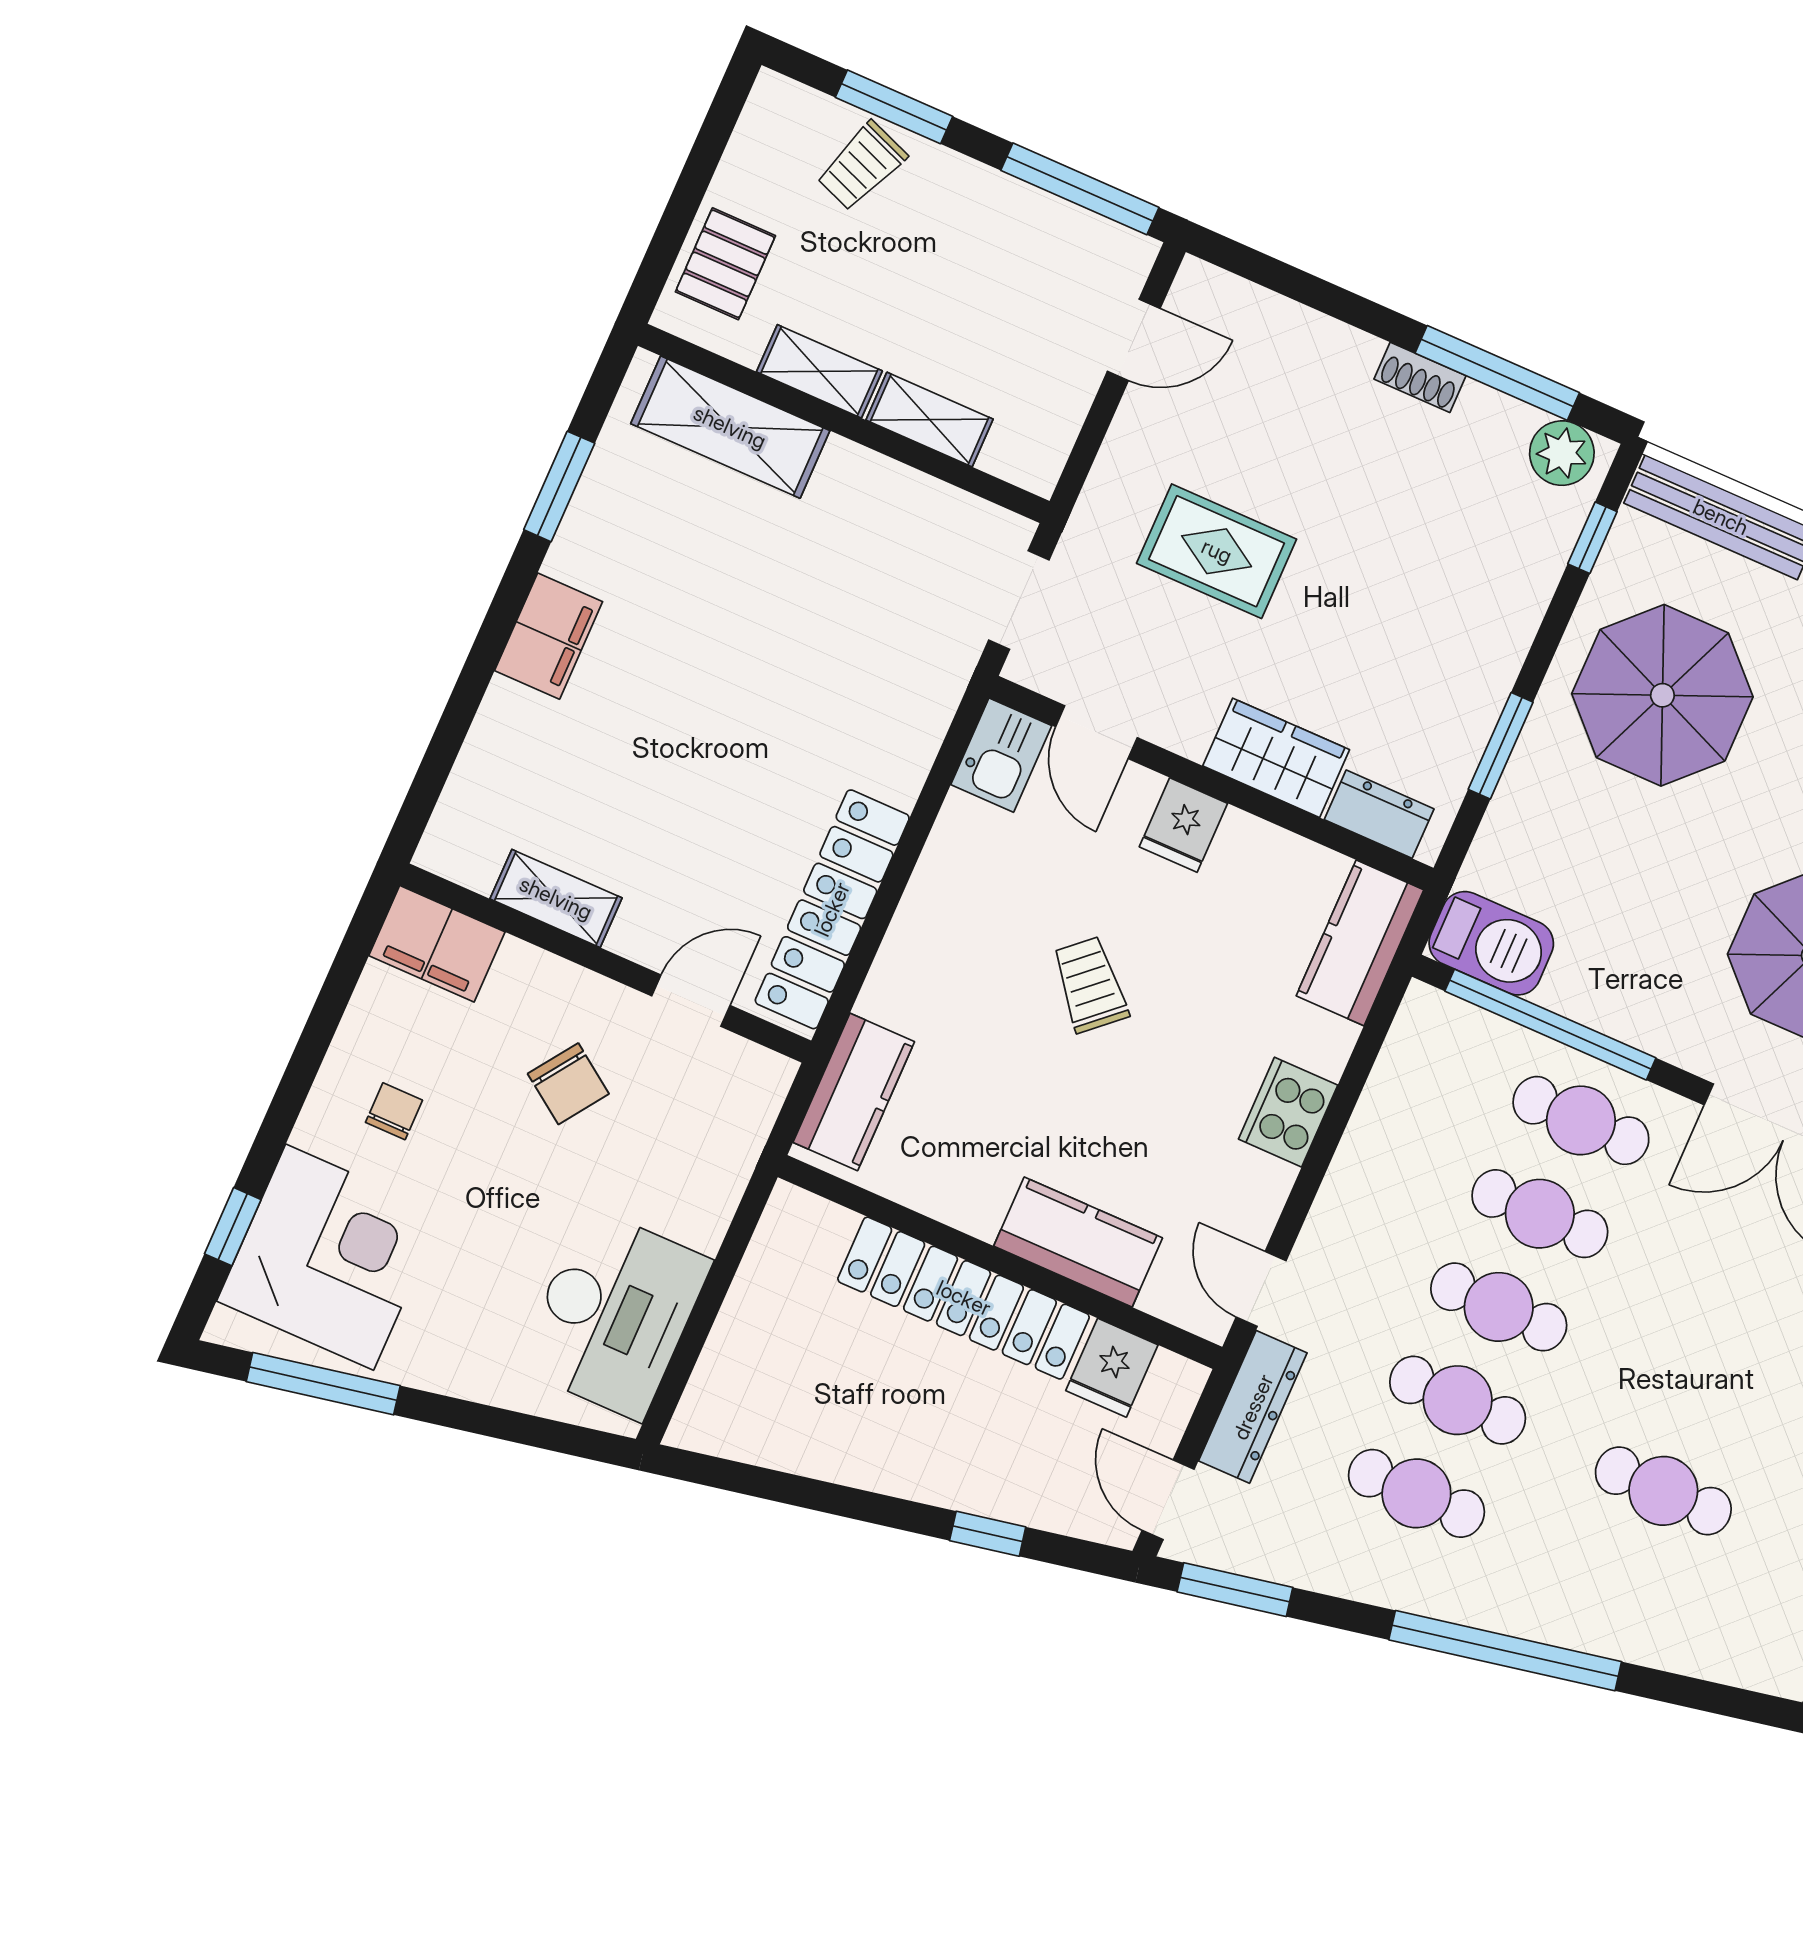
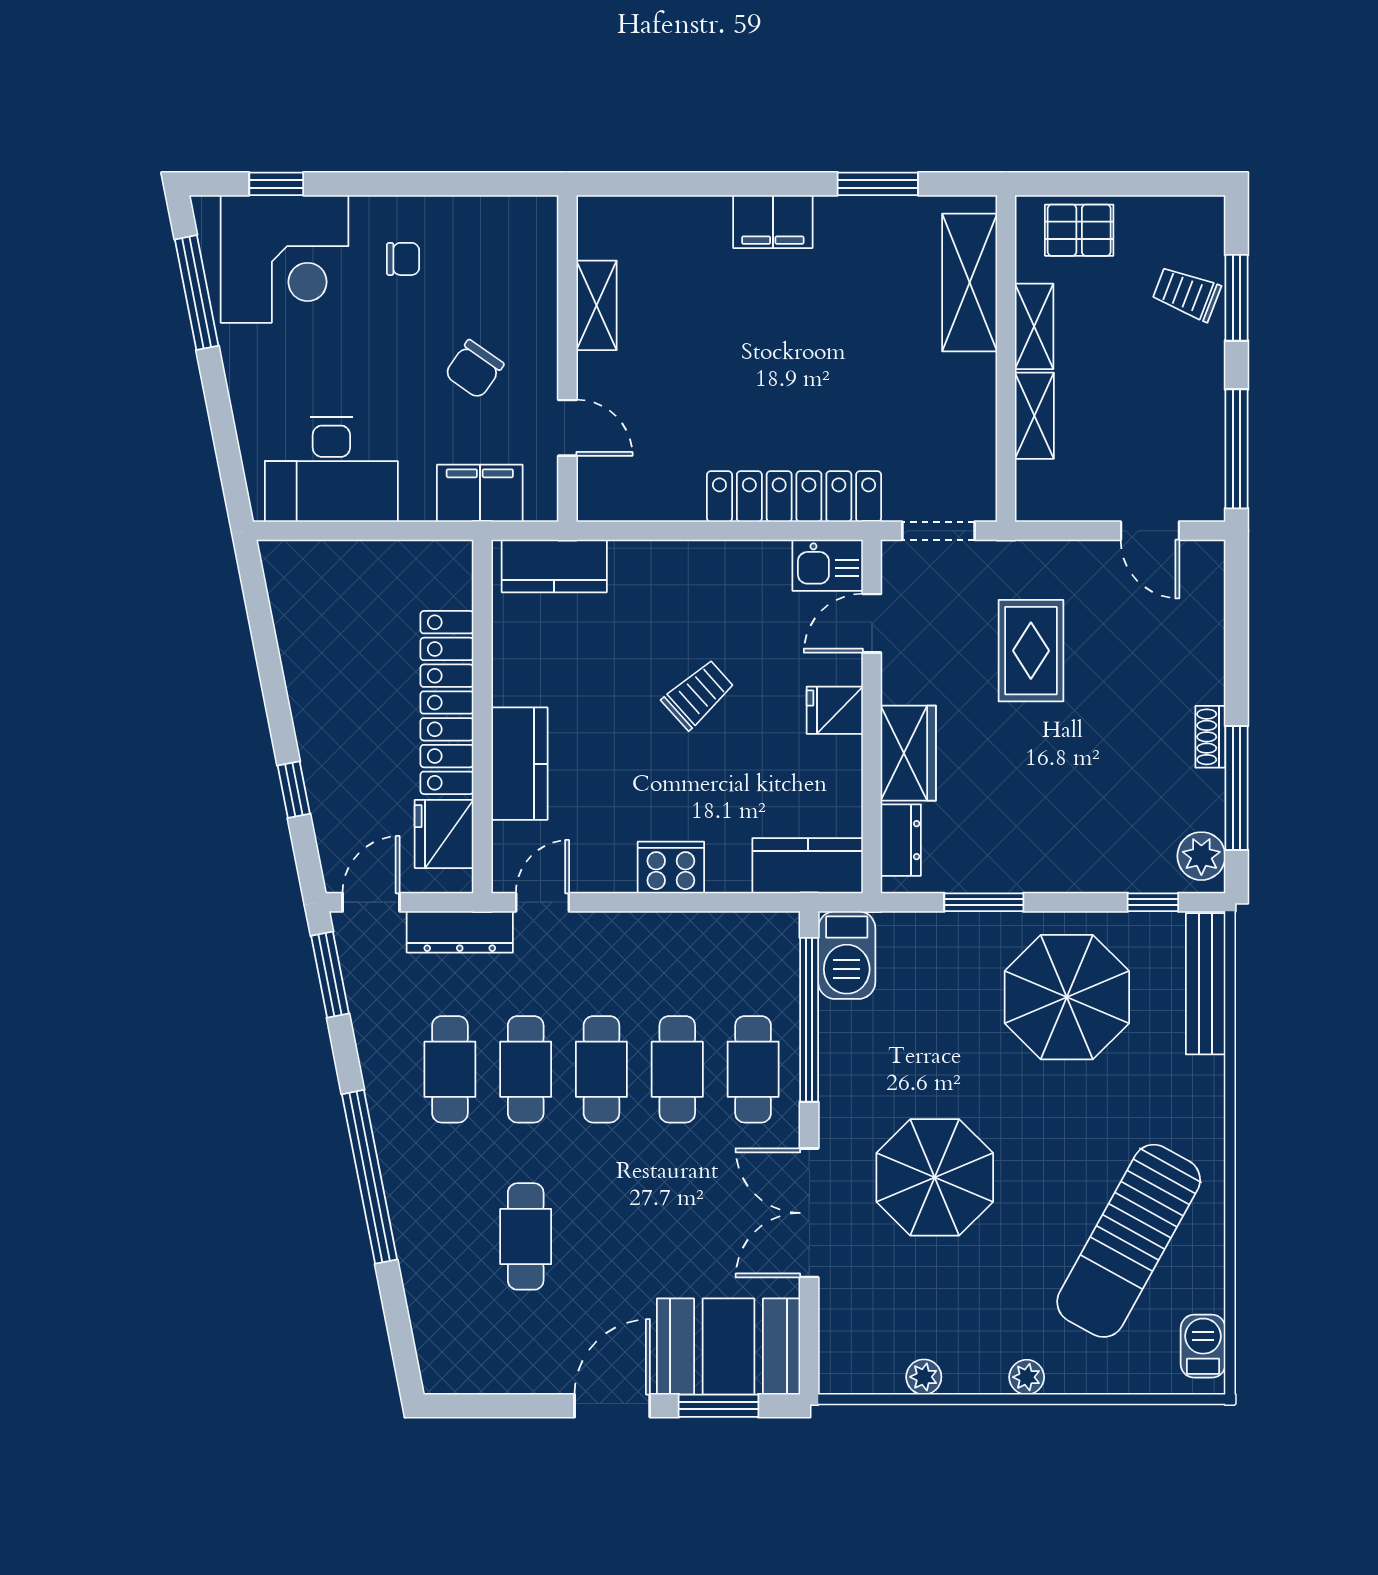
locker: (832, 909) -> (794, 497), moved
filing cabinet: (437, 944) -> (480, 493), moved, turned 90
fridge: (1112, 1368) -> (444, 834), width x1.38

